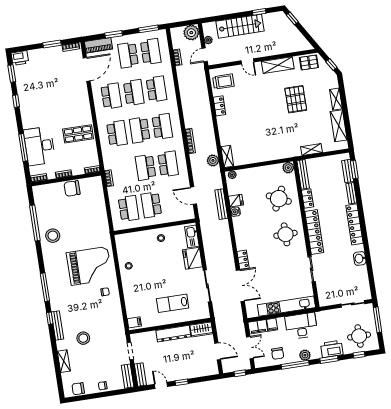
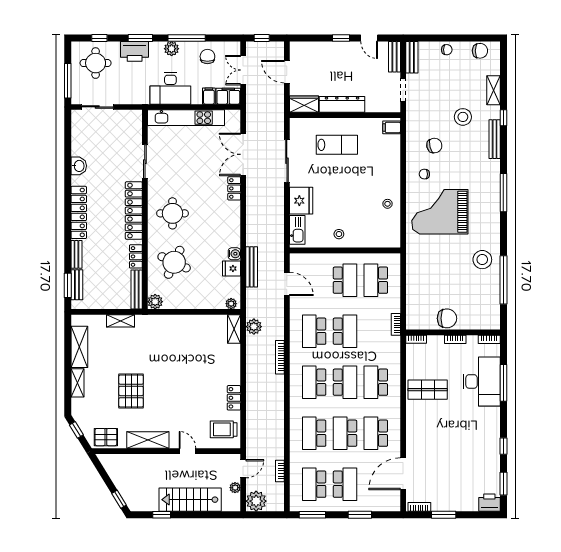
piano: (98, 45) -> (382, 503), removed
chair: (101, 314) -> (434, 146), added
window: (50, 318) -> (503, 118), moved

